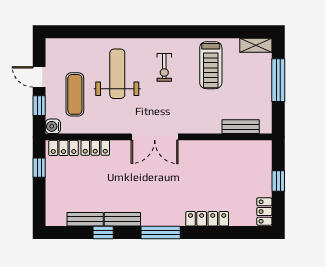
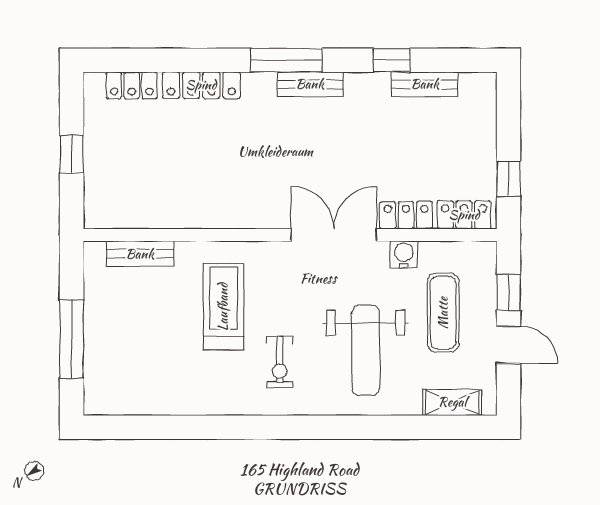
shelving: (256, 45) -> (452, 402), moved
treadmill: (211, 65) -> (223, 307), moved
exercise bike: (164, 67) -> (280, 362), turned 180
water cooler: (53, 126) -> (404, 254), moved, turned -90
double door: (155, 137) -> (334, 235), moved
locker: (264, 212) -> (132, 85), moved, turned 90
bench: (122, 219) -> (310, 84), moved

